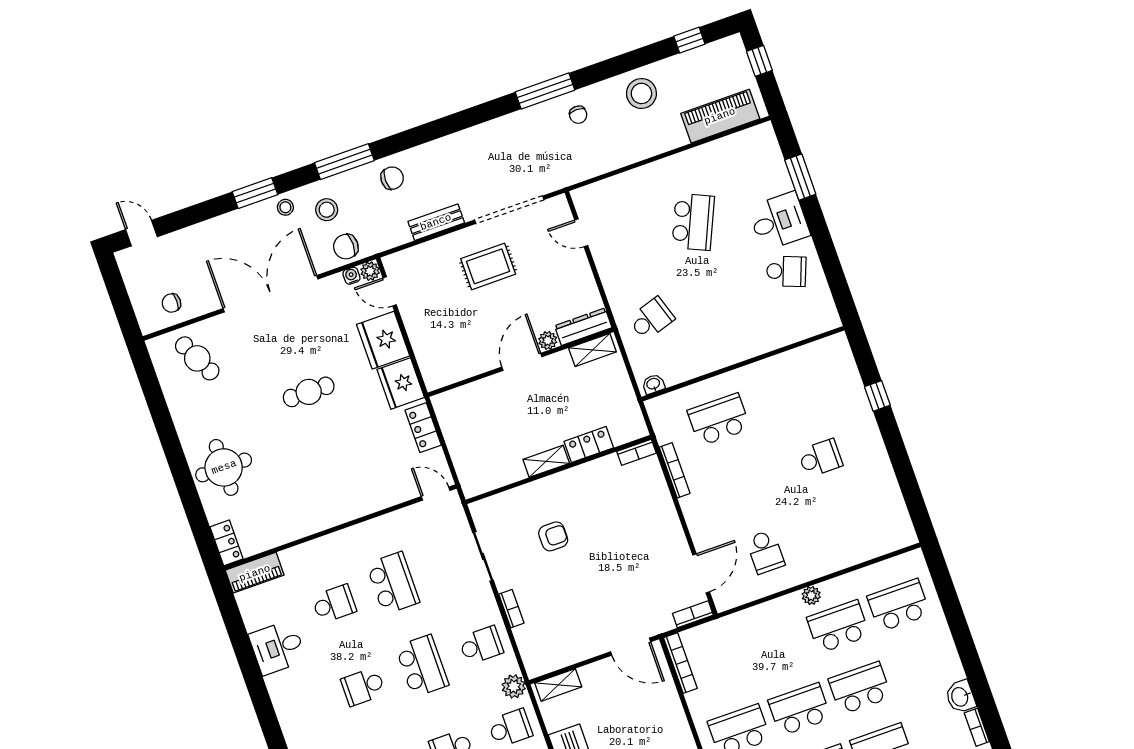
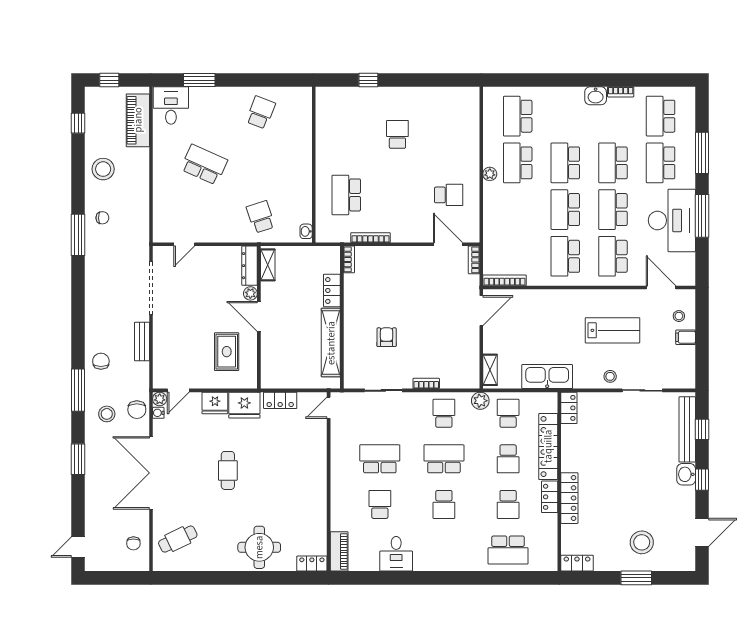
stool: (285, 207) -> (95, 442), removed
desk: (779, 221) -> (171, 105), moved
rug: (488, 266) -> (227, 352), moved
fridge: (383, 340) -> (215, 403), width x0.73, depth x0.75
shelving: (546, 461) -> (331, 343), width x2.20, depth x1.33

